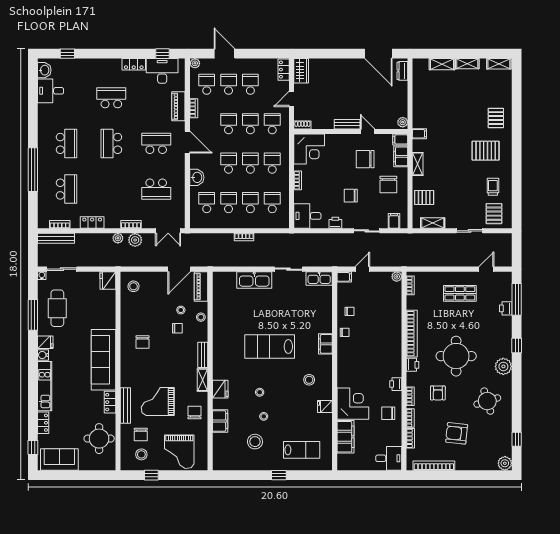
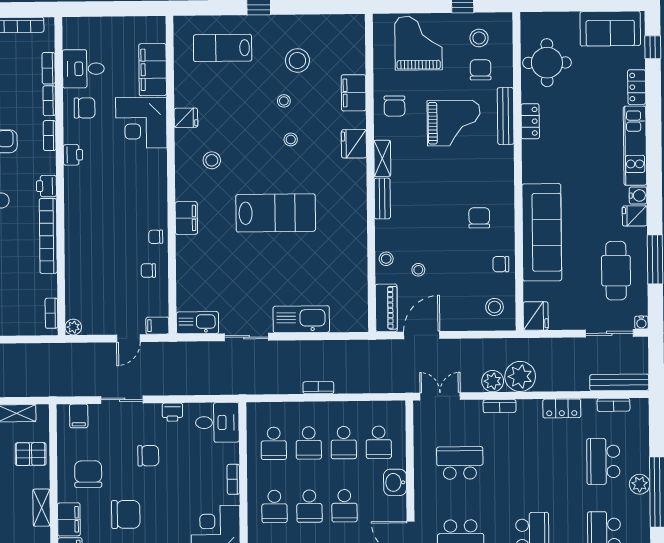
plant: (44, 175) -> (640, 484), added
plant: (118, 238) -> (520, 376), width x1.87, depth x1.87
chair: (177, 328) -> (501, 264), moved
sofa: (103, 360) -> (542, 232), moved
desk: (389, 458) -> (83, 69), moved

